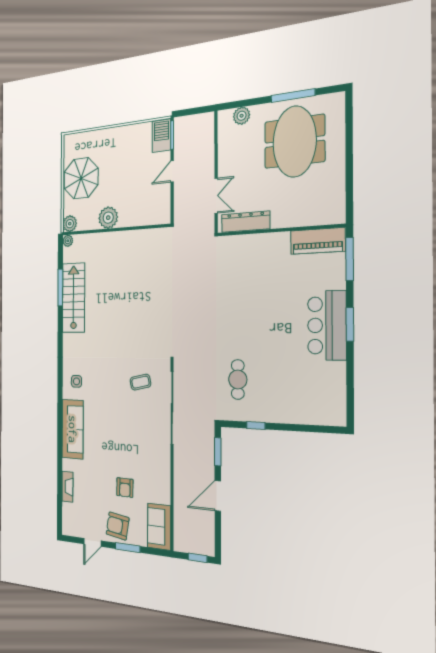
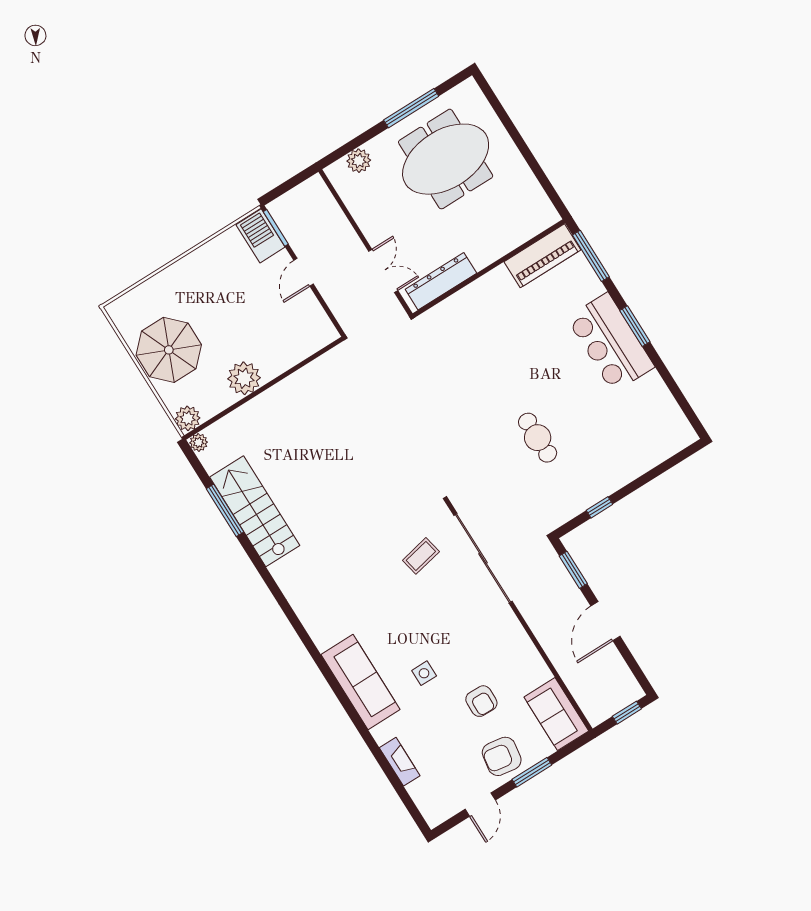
meeting table: (294, 142) -> (446, 159), turned 90
cafe table: (238, 379) -> (538, 438), moved
side table: (76, 381) -> (424, 673), moved

